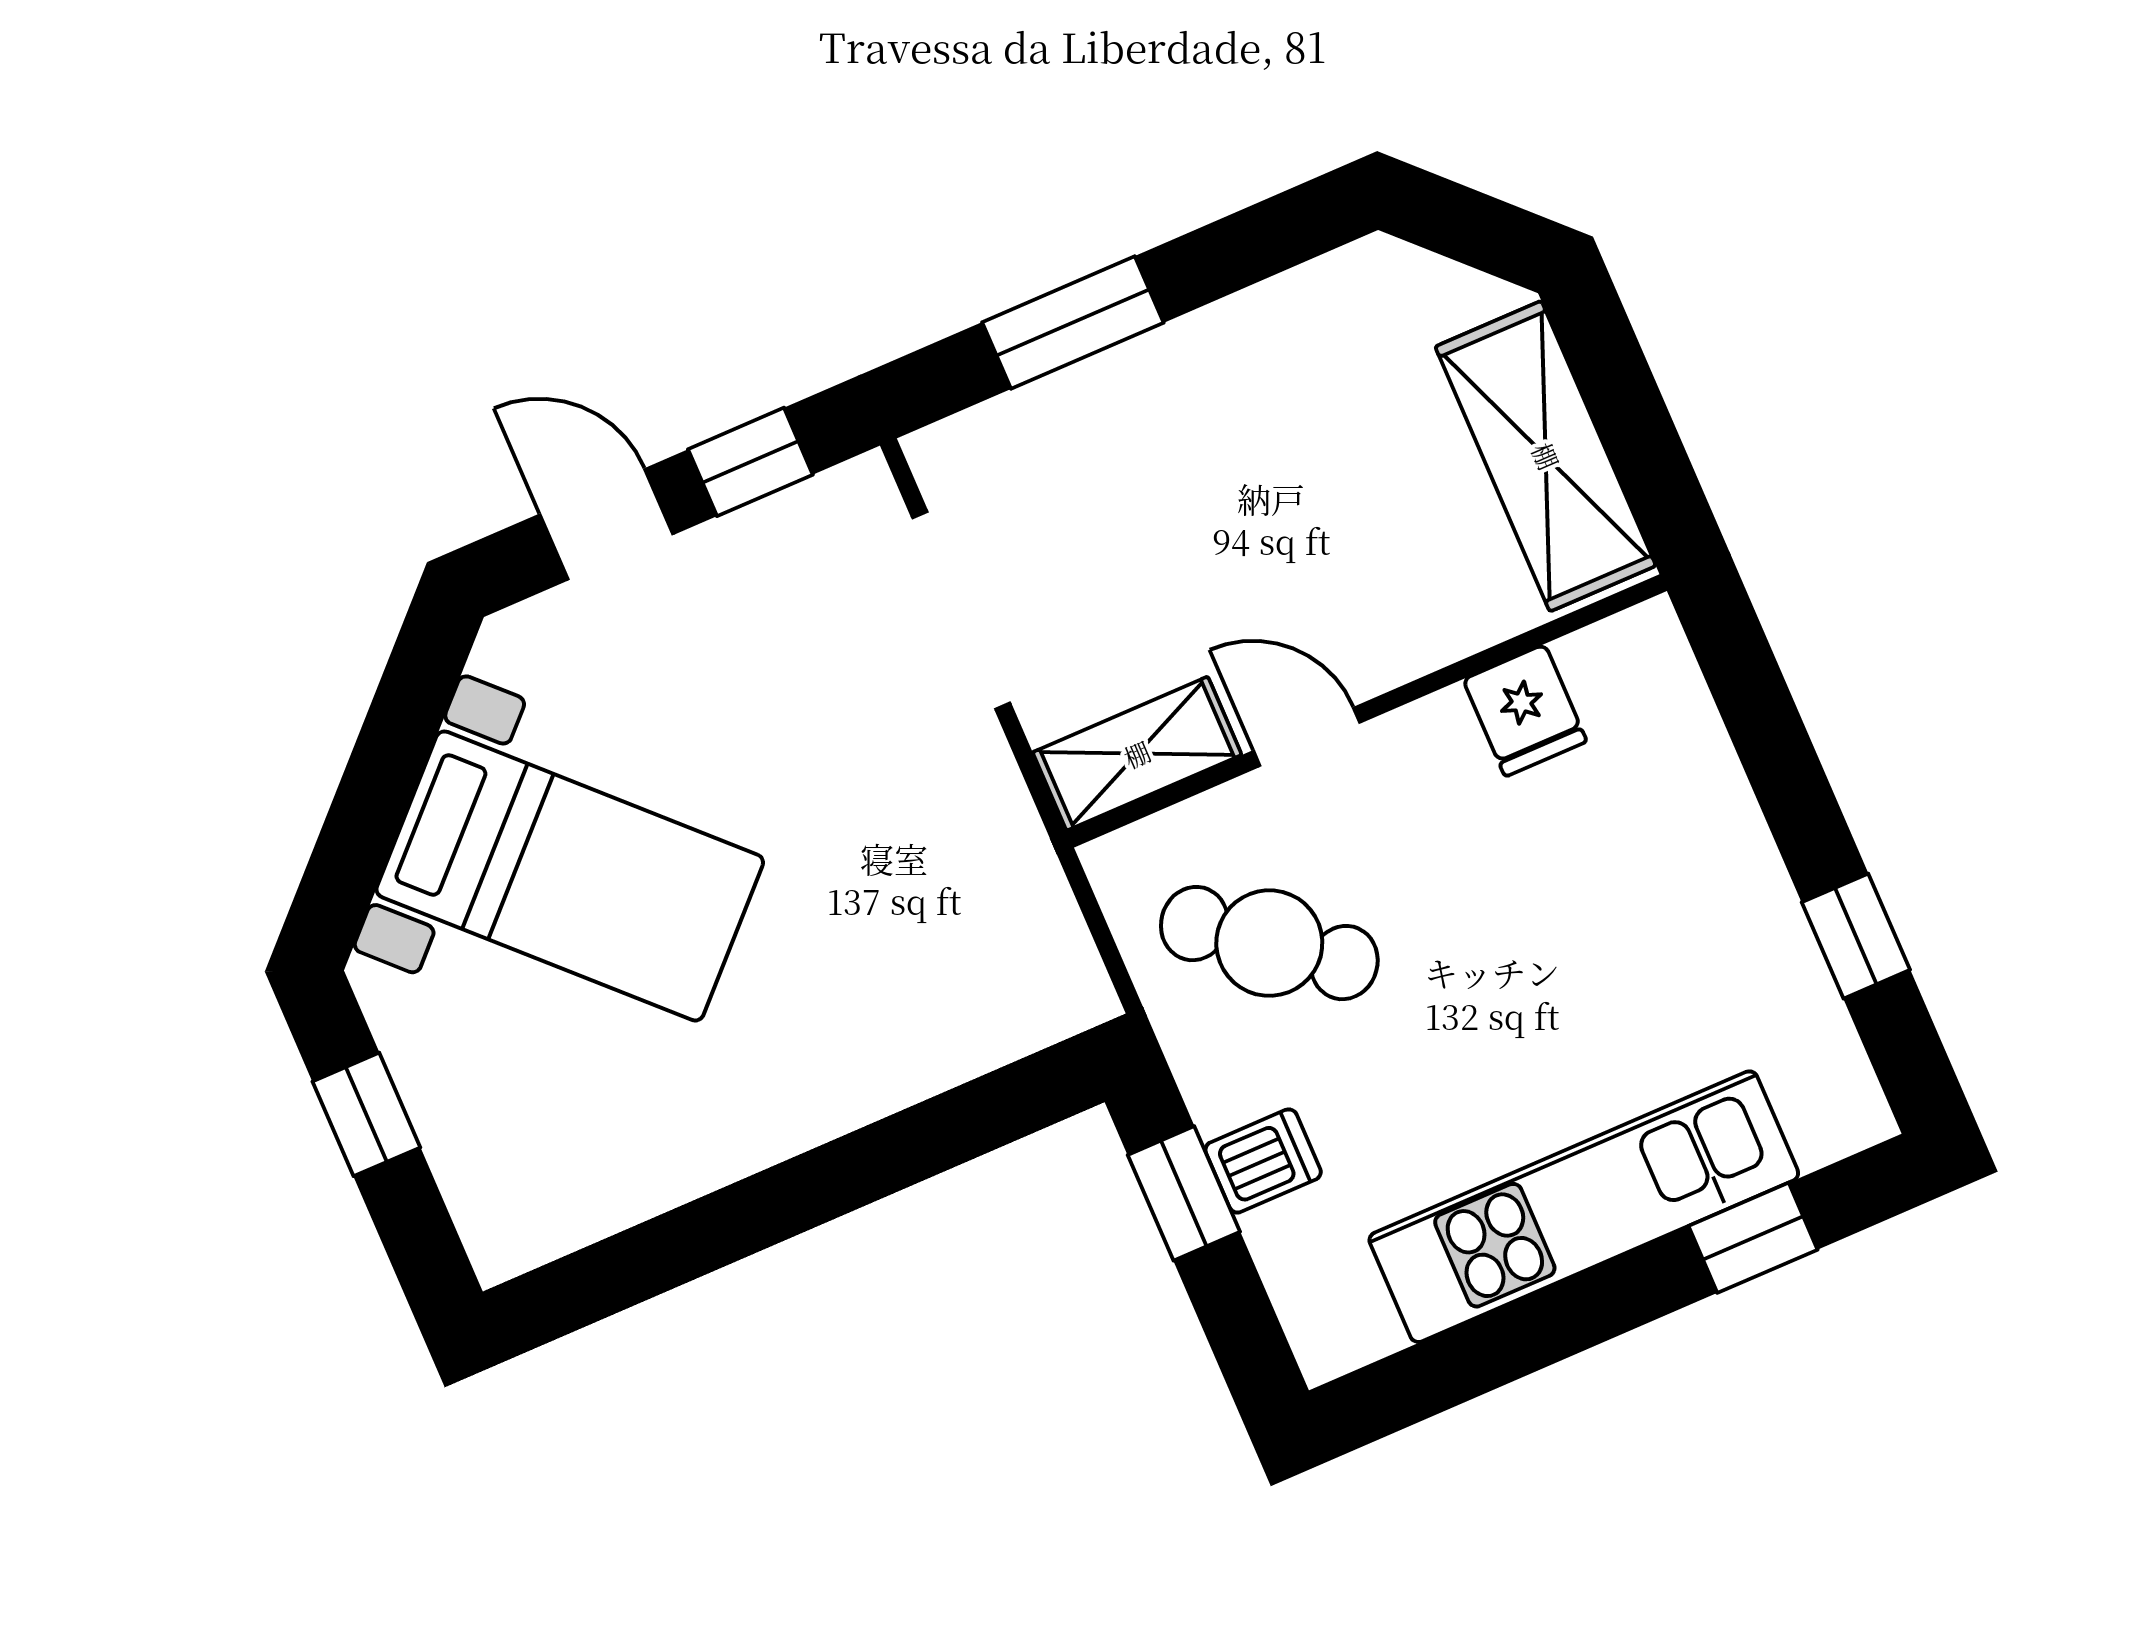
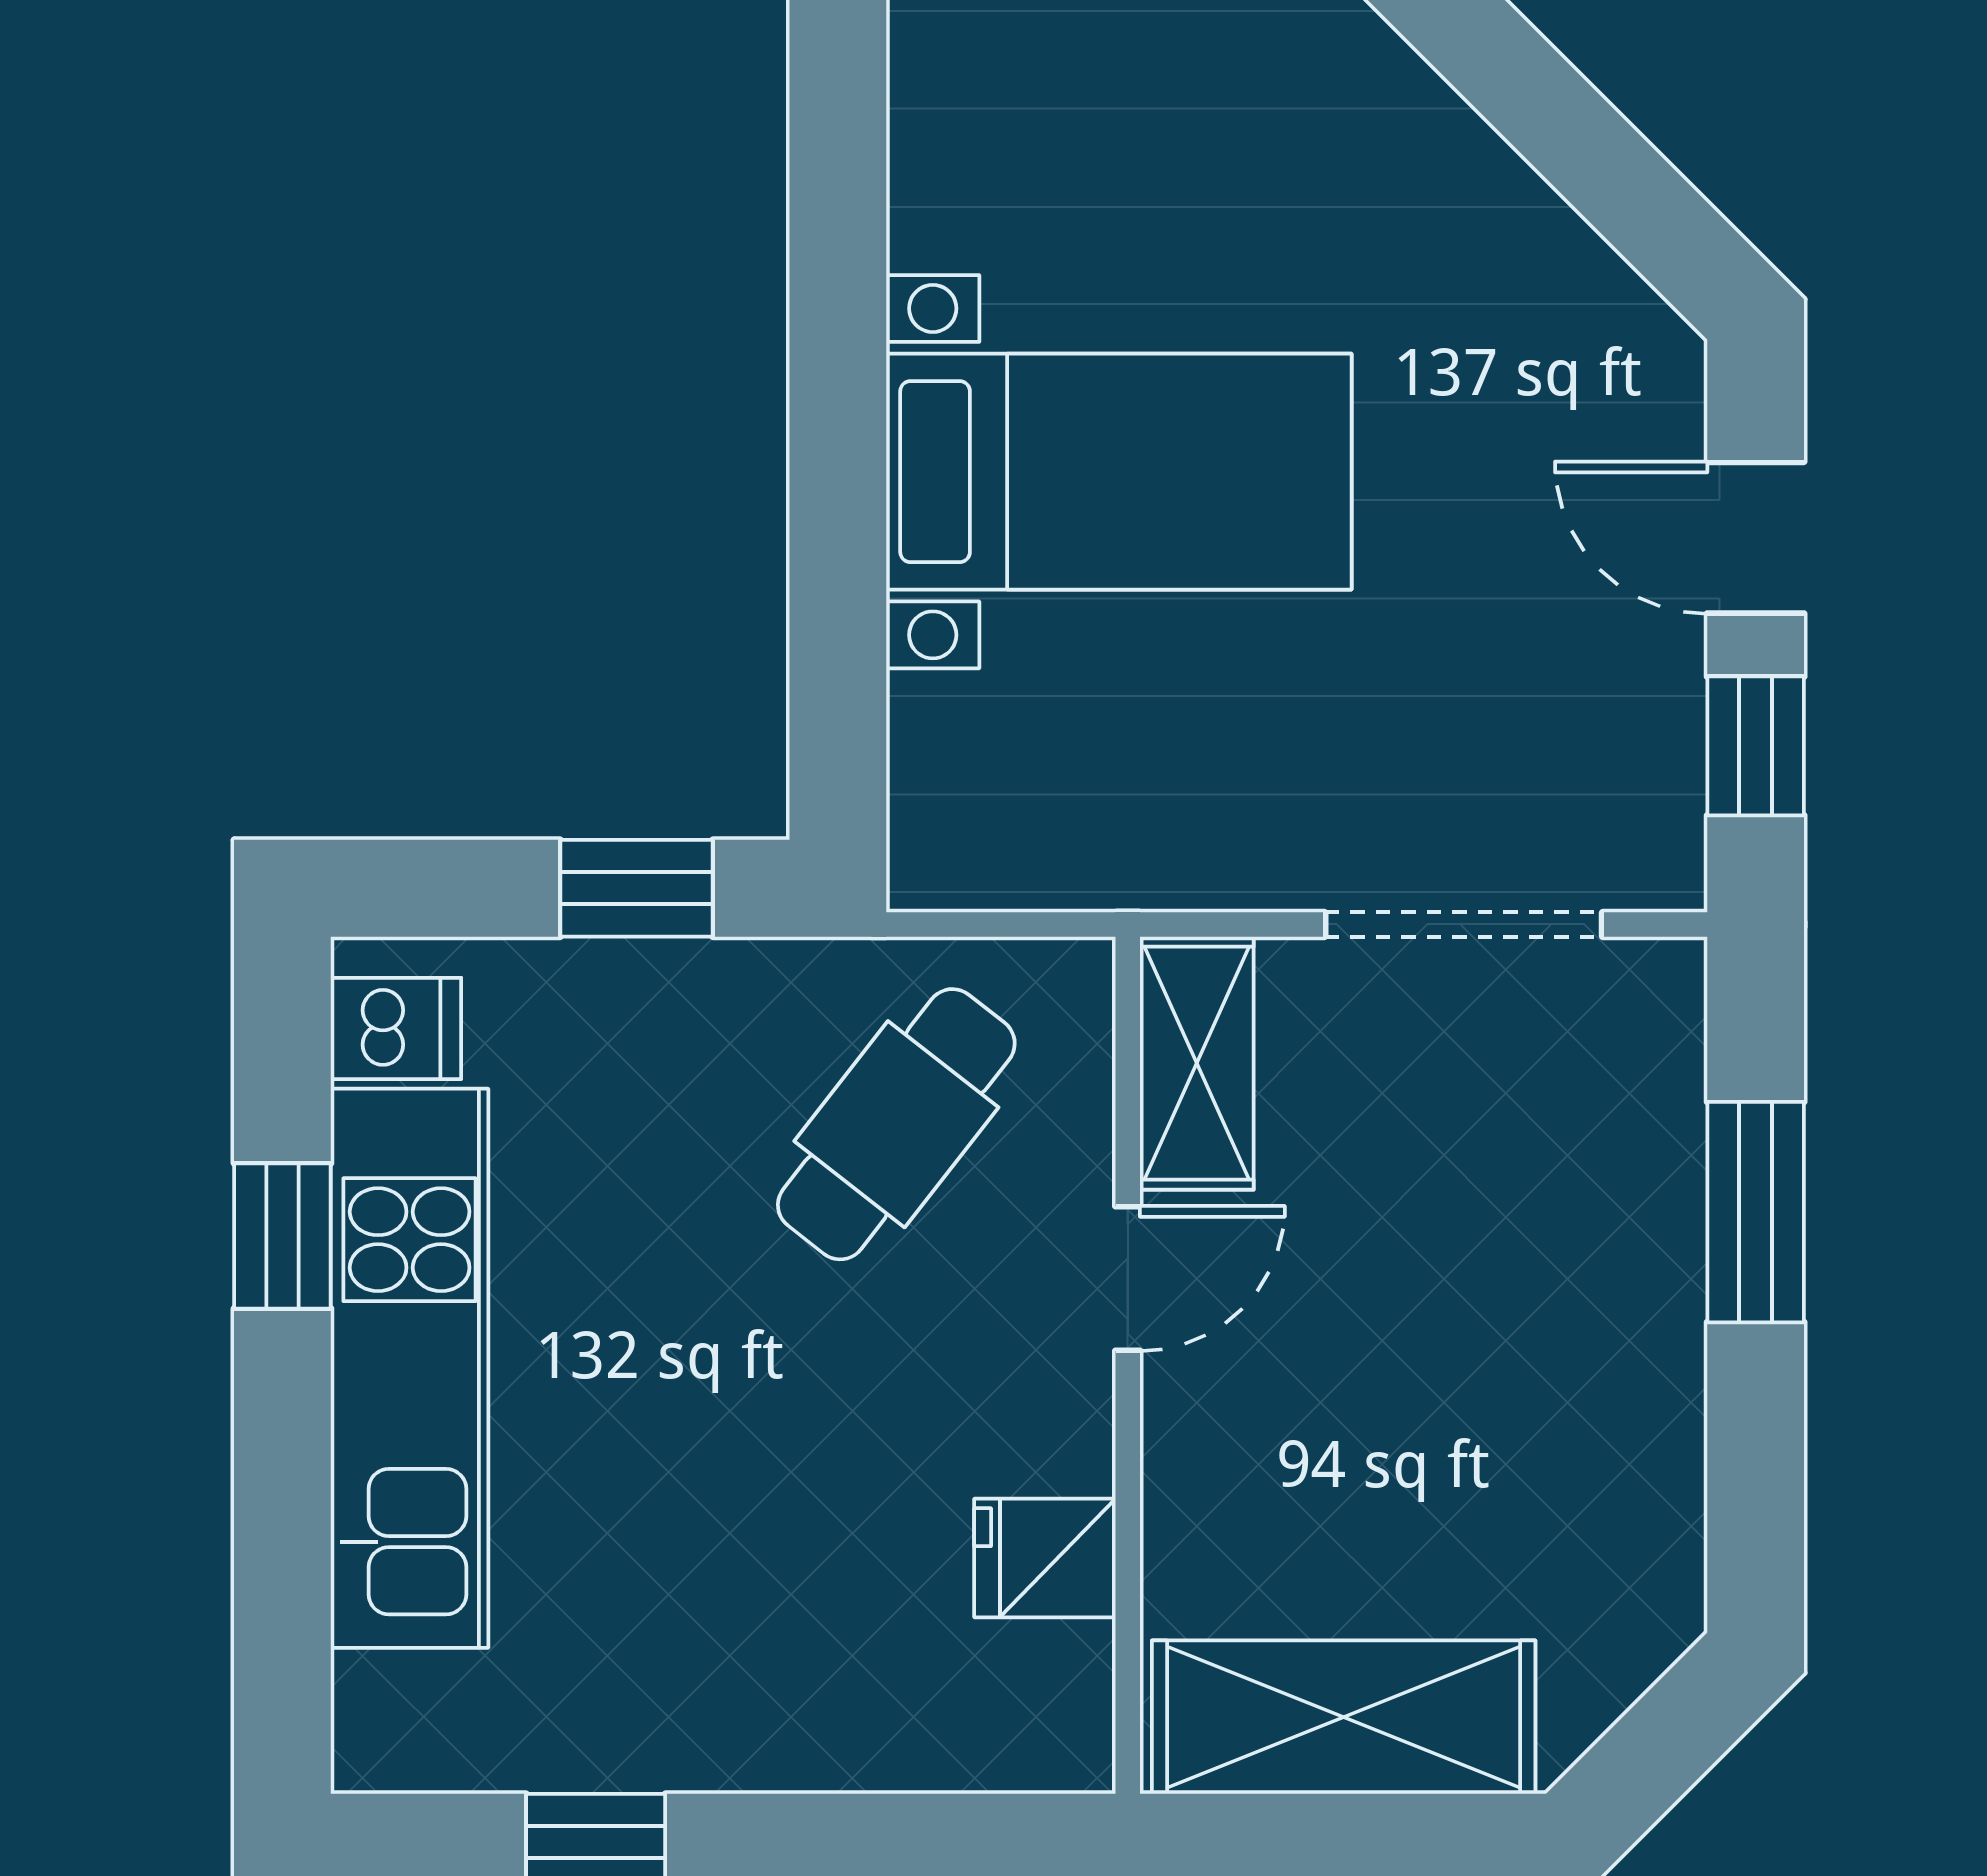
door: (606, 524) -> (1756, 538), swing flipped
bed with nightstands: (570, 876) -> (1119, 472), moved, turned -135
dishwasher: (1263, 1161) -> (396, 1028), moved, turned -90
window: (1753, 1238) -> (282, 1236), moved

